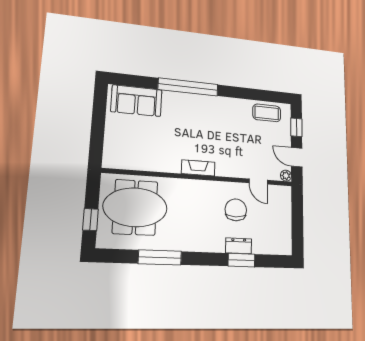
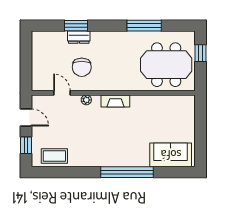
plant: (286, 176) -> (86, 100), moved

